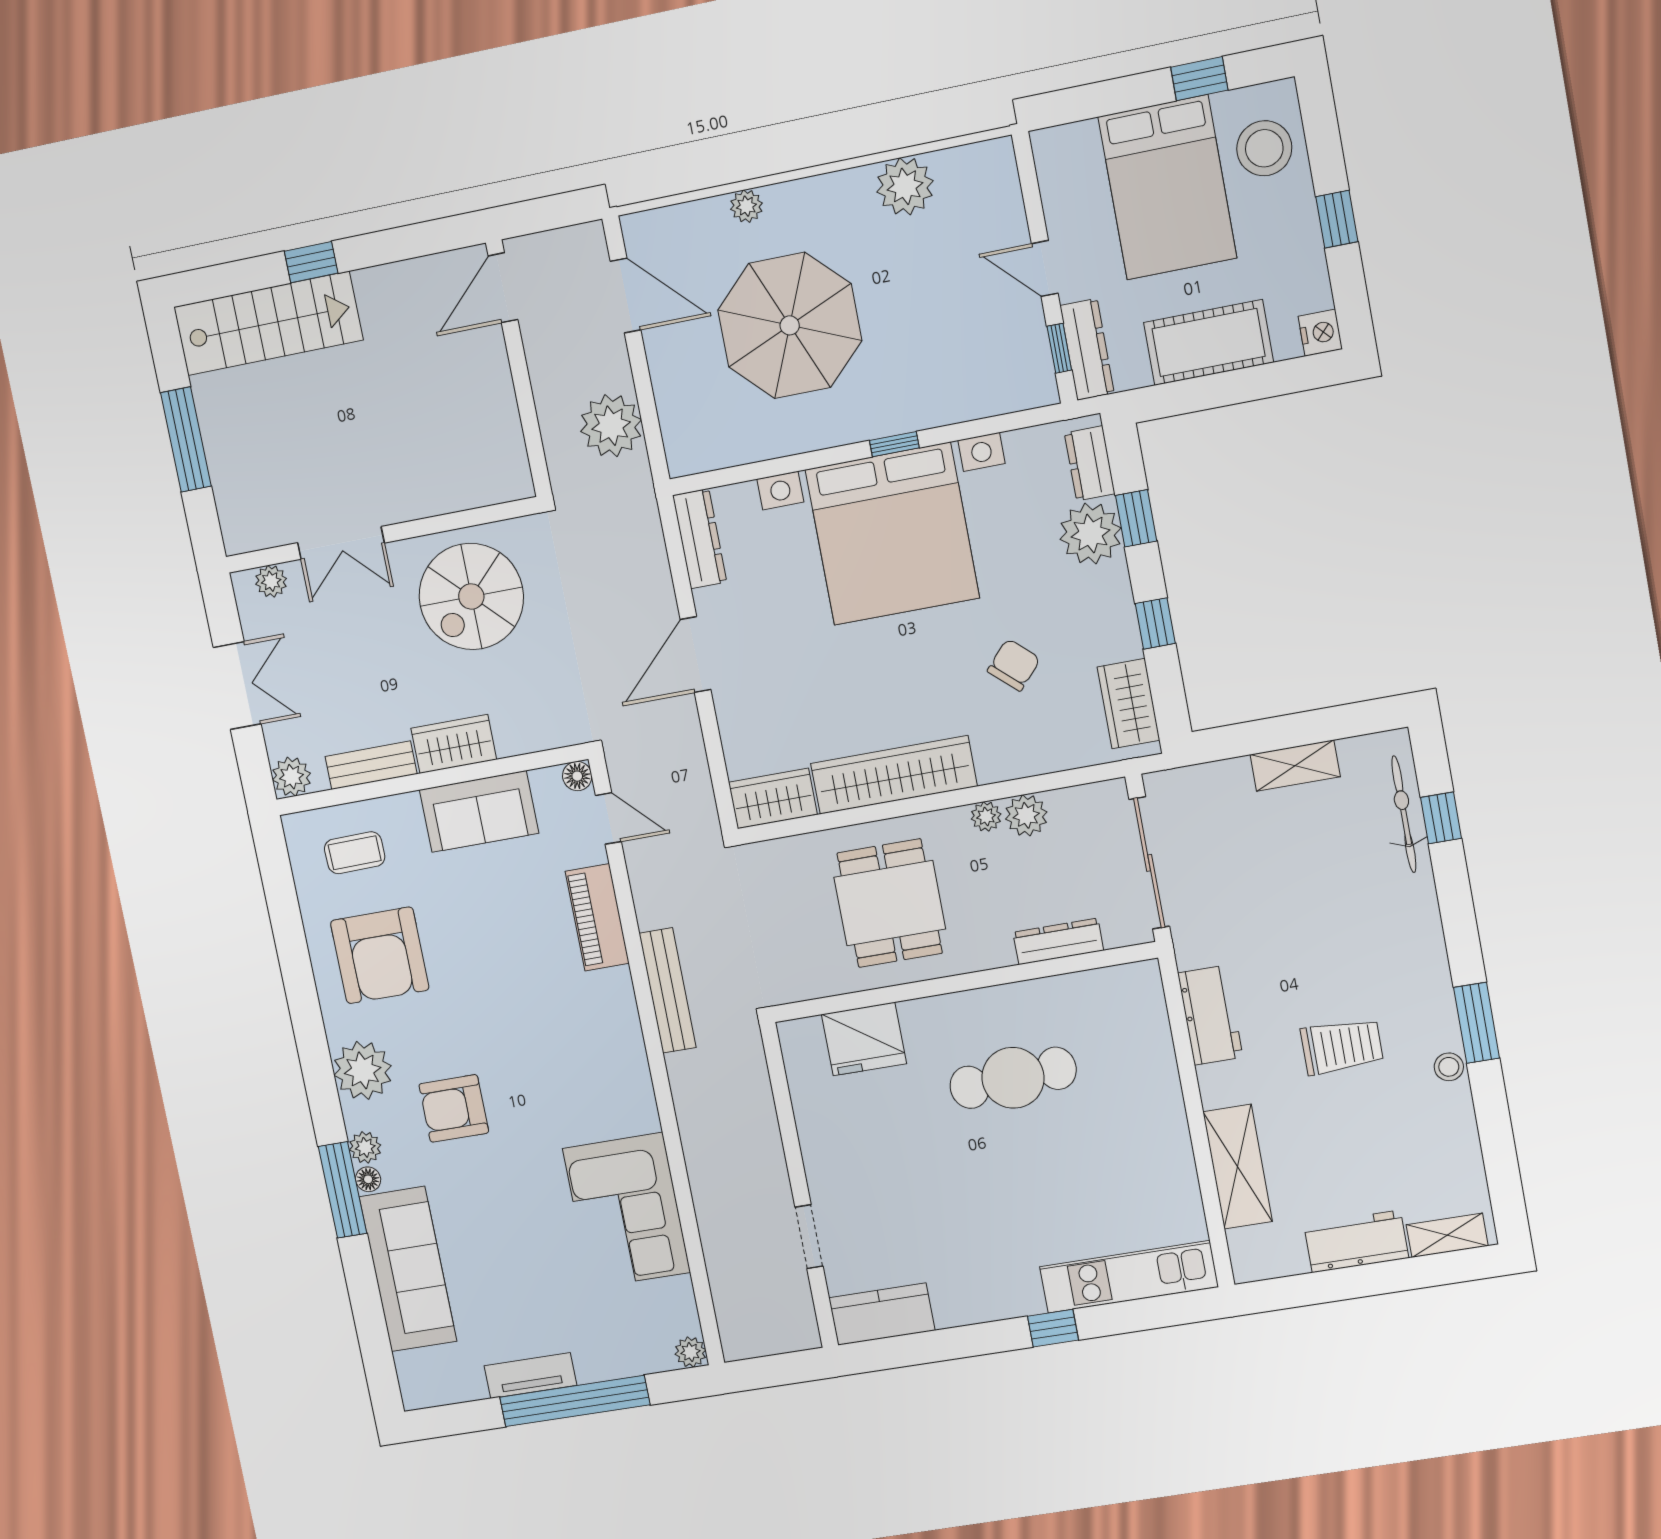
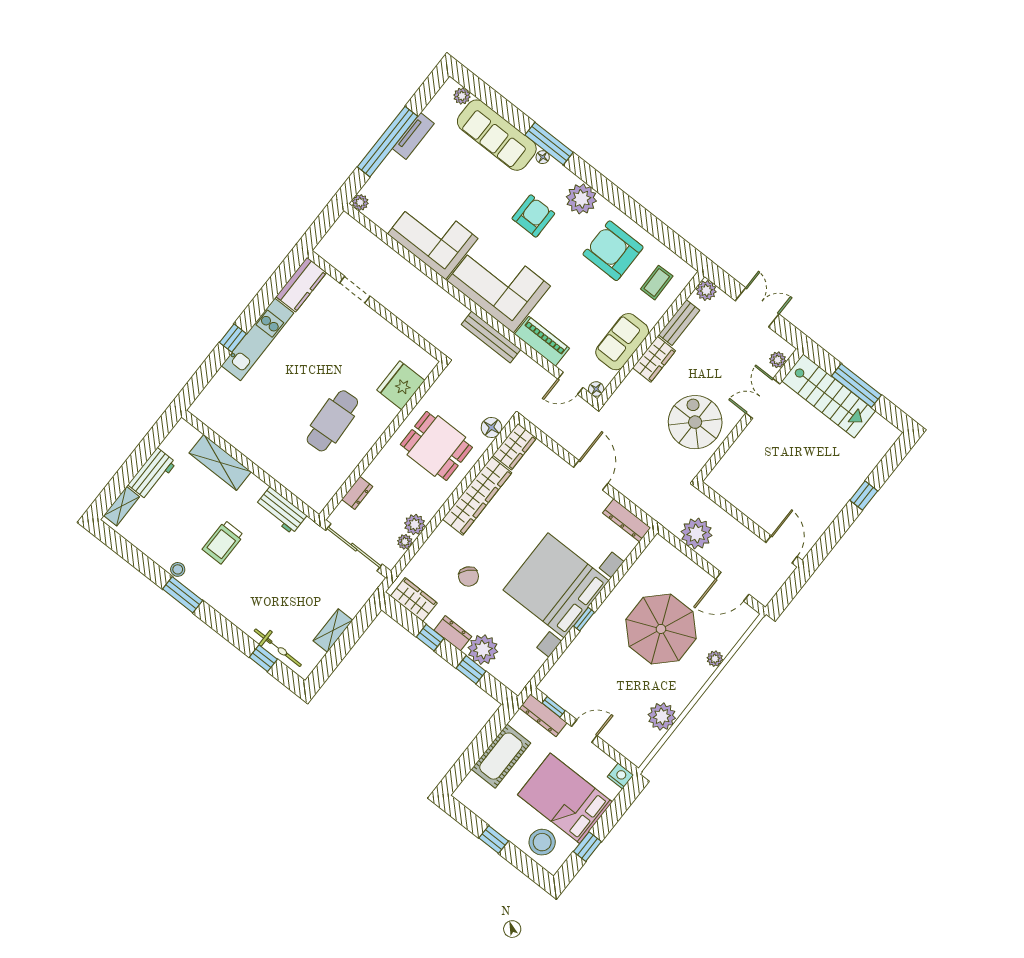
stairs: (268, 324) -> (829, 396), moved, turned -90
nightstand: (1320, 333) -> (620, 776), moved, turned 180
dresser: (1090, 463) -> (453, 633), moved
double door: (237, 686) -> (757, 307), swing flipped
plant: (986, 817) -> (405, 542), moved
floor lamp: (783, 857) -> (491, 427), added
dresser: (1058, 941) -> (357, 493), width x0.70
corner sofa: (589, 1058) -> (499, 283), added
plant: (365, 1147) -> (462, 96), moved
kitchen unit: (1129, 1277) -> (258, 339), moved

